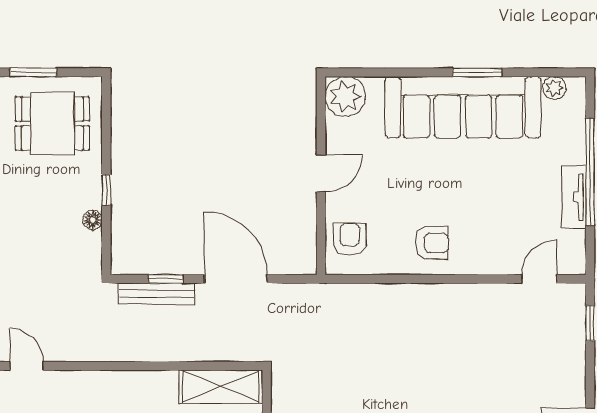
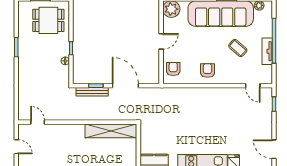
coffee table: (504, 189) -> (238, 48), added
armchair: (432, 243) -> (208, 71), turned -90
door: (539, 279) -> (253, 86), swing flipped
shelving: (221, 387) -> (111, 131), width x1.47

